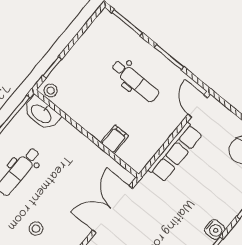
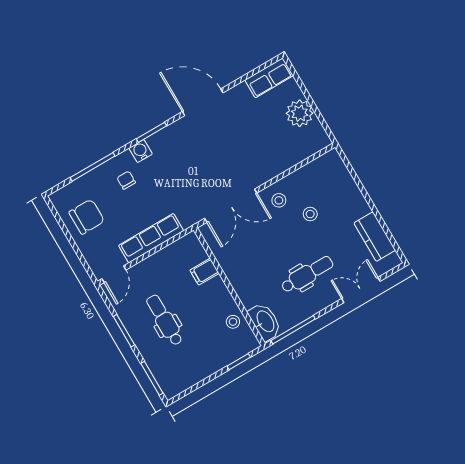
stool: (51, 91) -> (233, 322), moved
chair: (218, 198) -> (126, 180), added
stool: (70, 231) -> (279, 200), added

